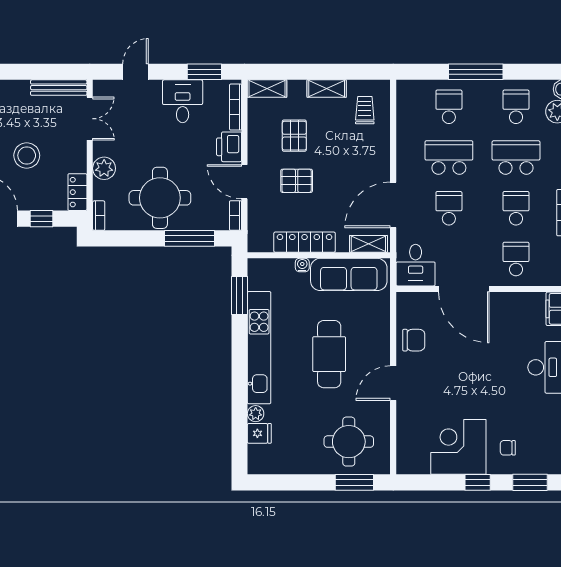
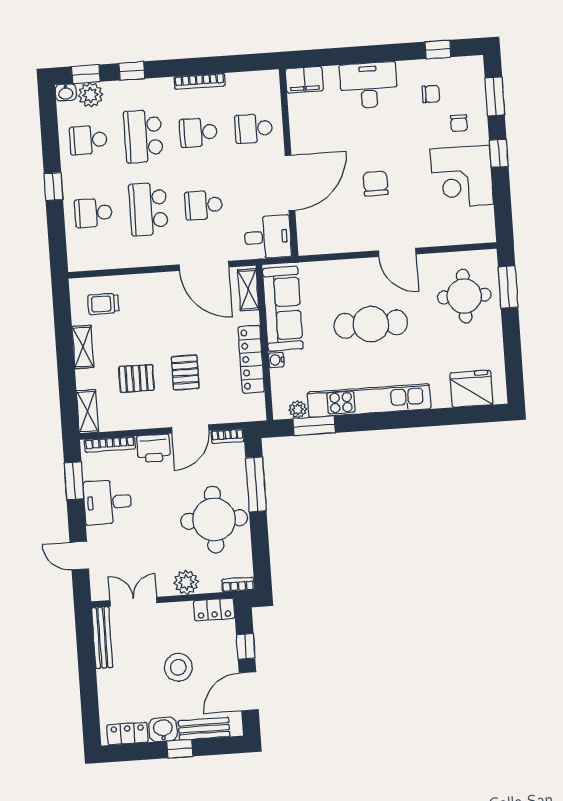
window: (476, 72) -> (53, 186), width x0.46
chair: (414, 340) -> (376, 183), moved
plant: (256, 414) -> (298, 409), moved
chair: (536, 424) -> (431, 94), added
fridge: (259, 433) -> (471, 389), width x1.88, depth x1.34

